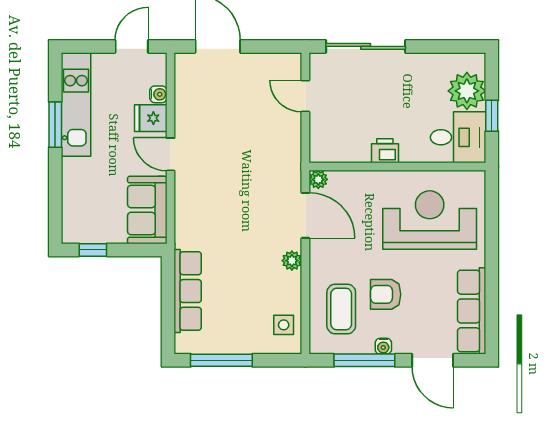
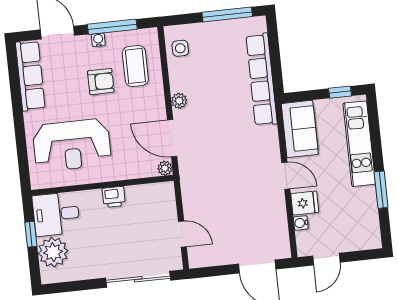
kitchen unit: (76, 104) -> (359, 144), moved
row of seats: (188, 291) -> (262, 79), width x1.36

